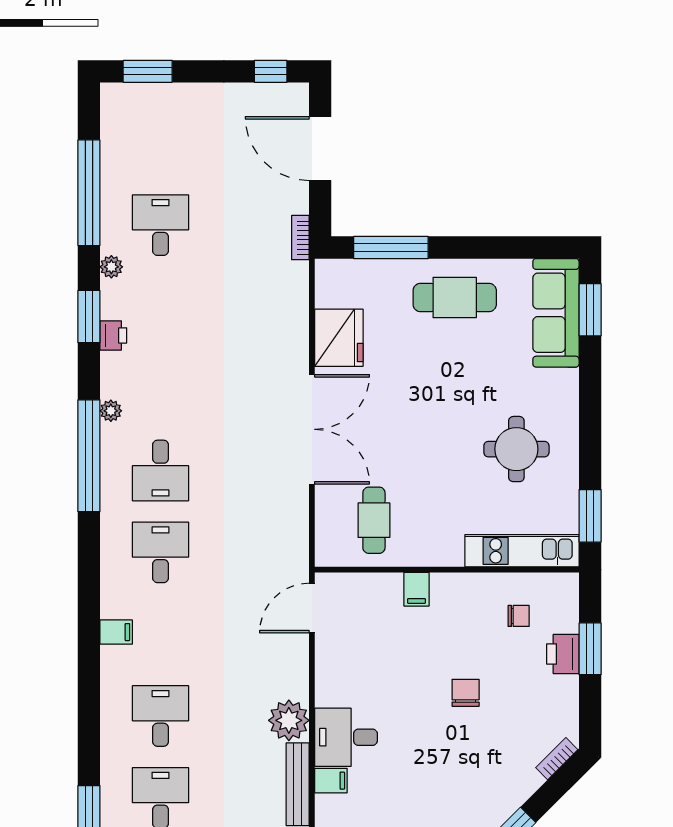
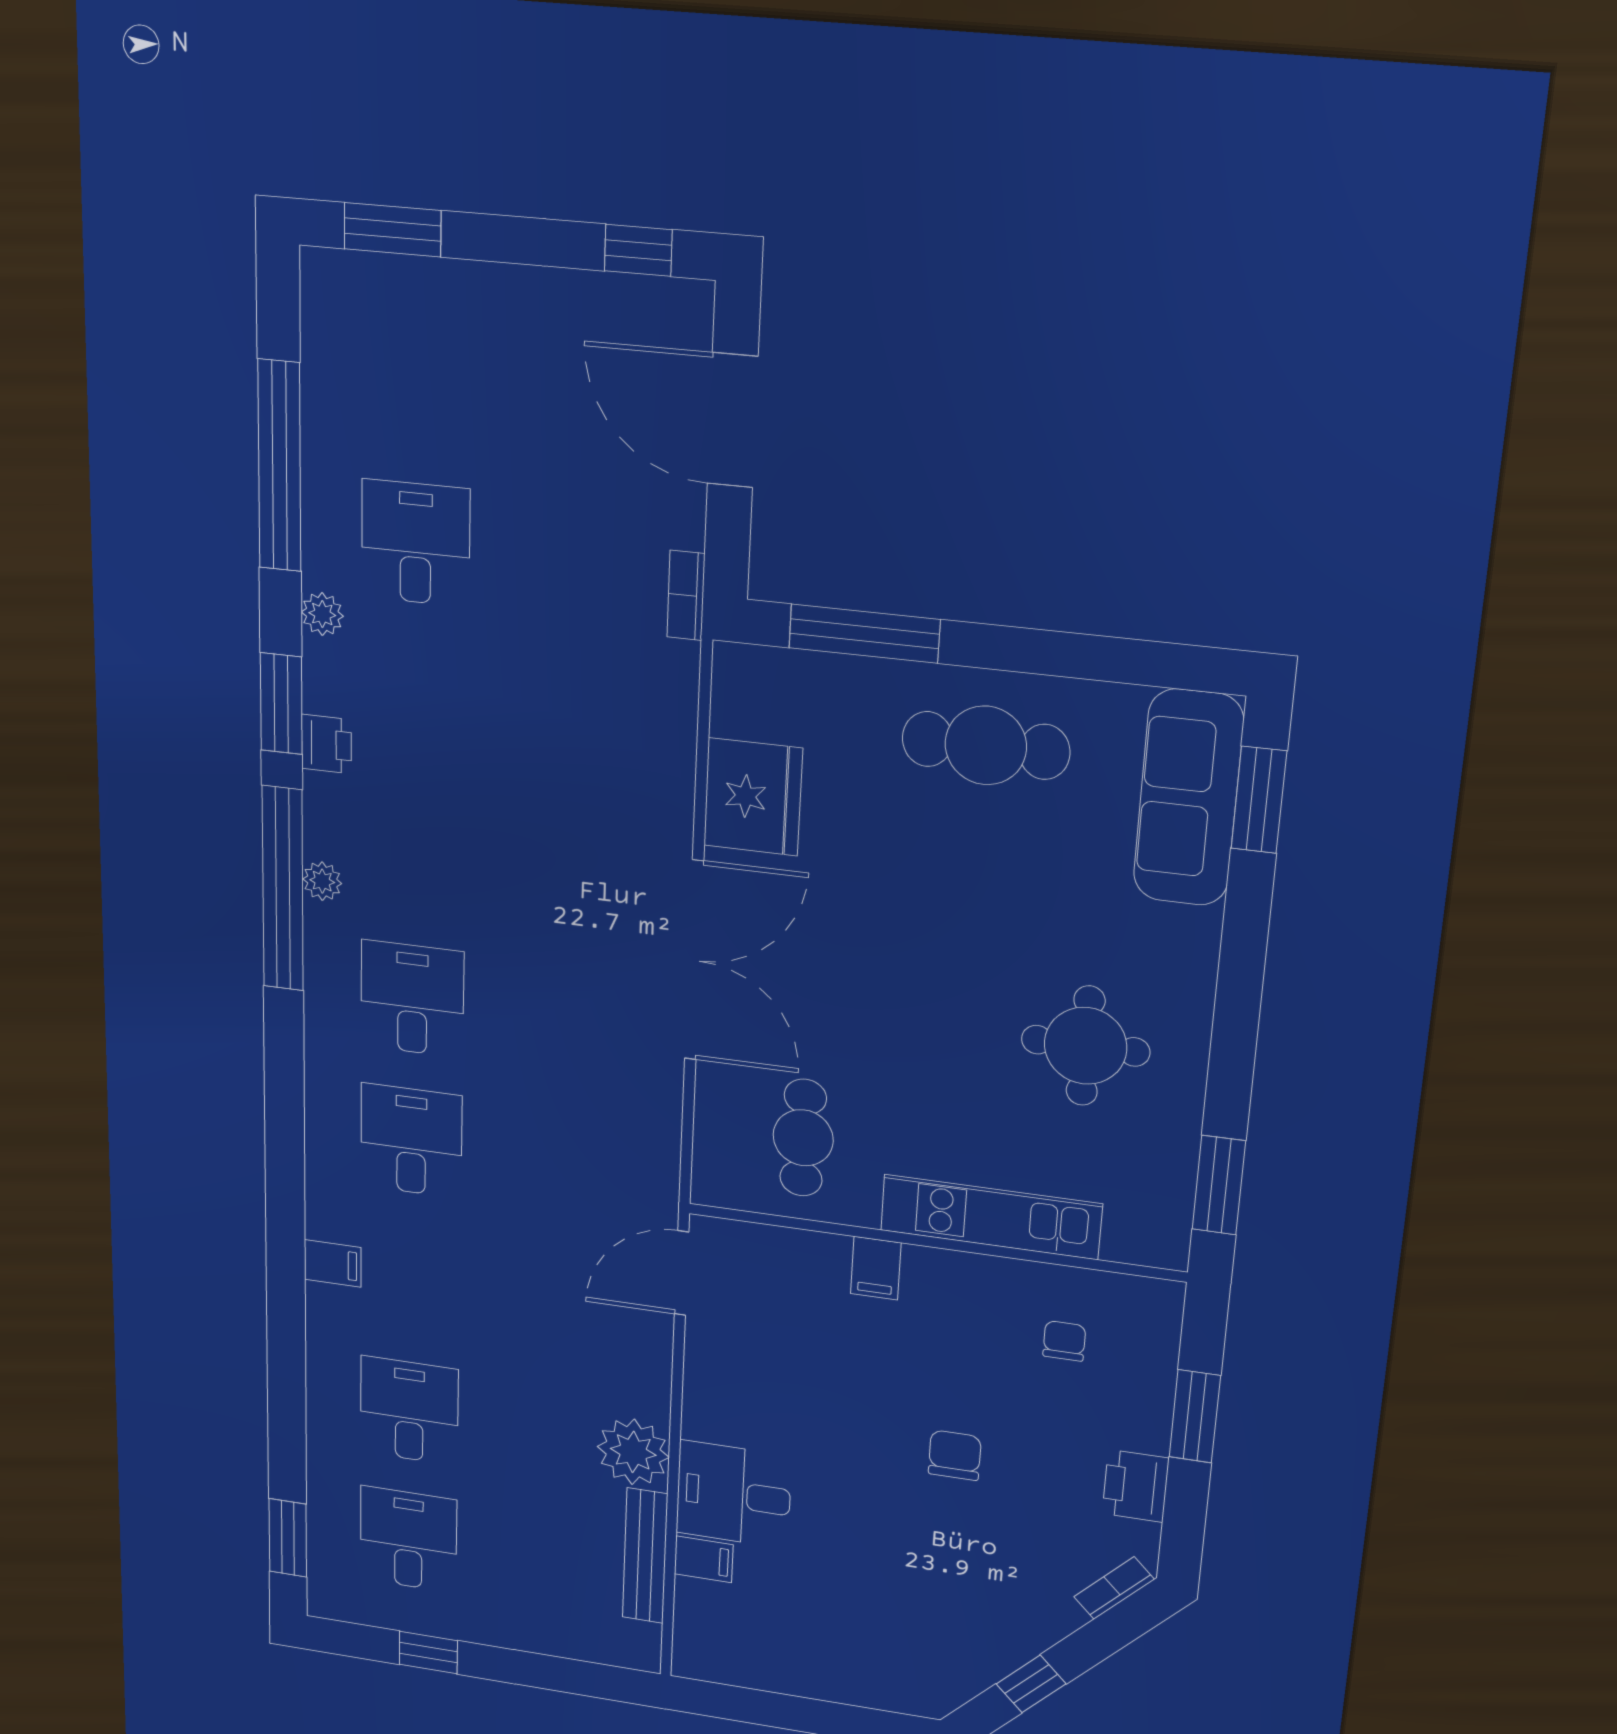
window: (89, 456) -> (283, 889), moved
desk: (161, 471) -> (412, 999), turned 180
kitchen unit: (522, 551) -> (991, 1217), moved
chair: (519, 616) -> (1064, 1341), turned -90
printer: (563, 654) -> (1136, 1486), moved

